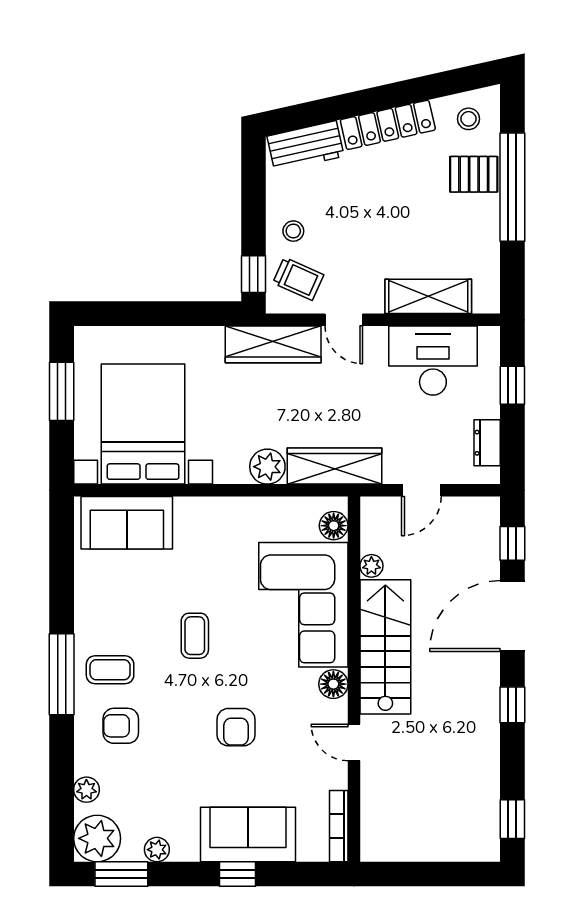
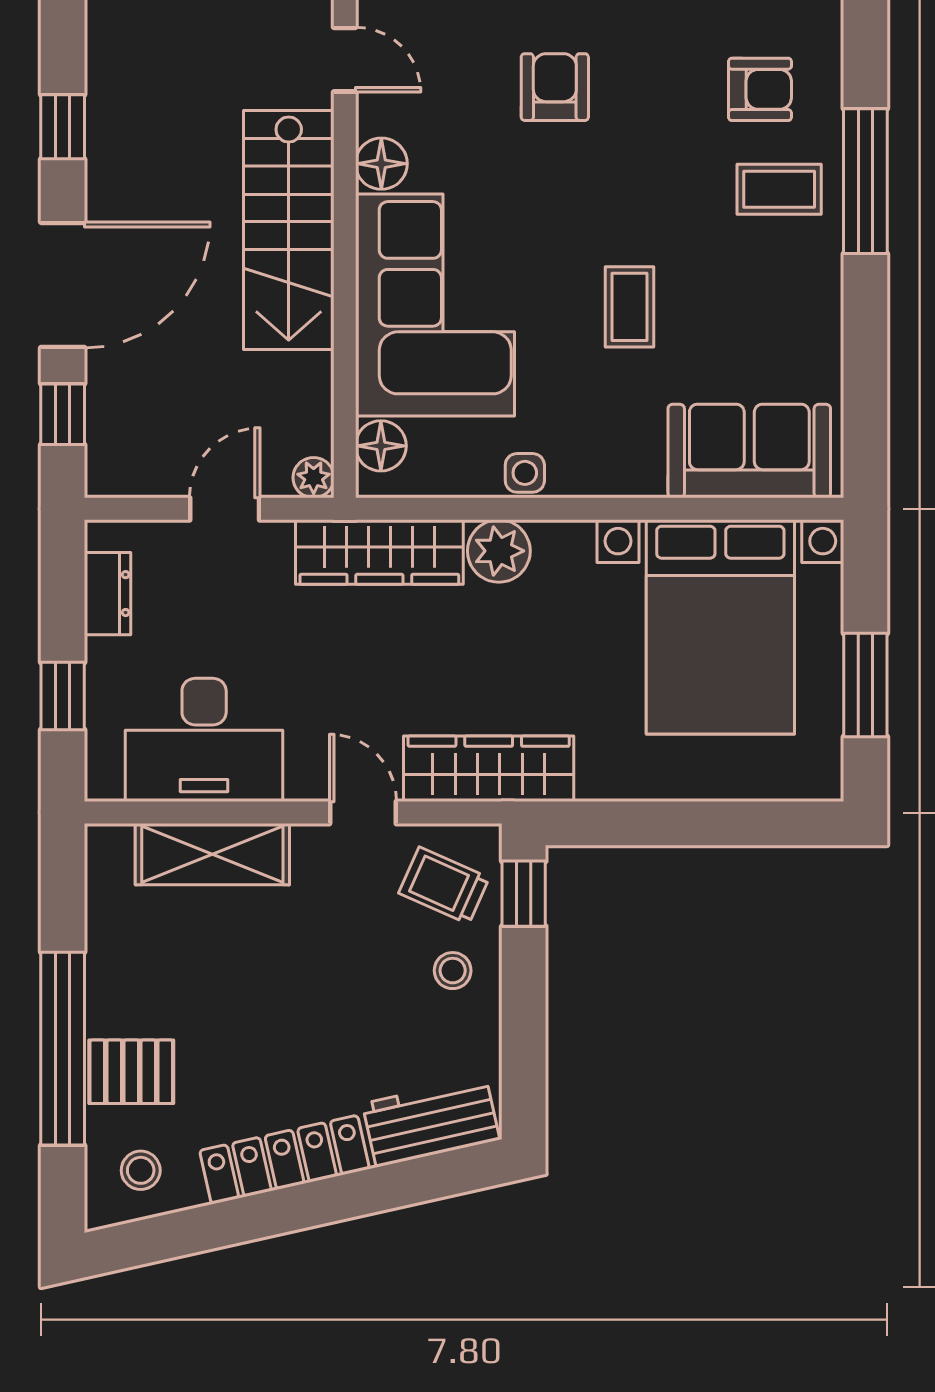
side table: (253, 510) -> (525, 473), added
plant: (371, 566) -> (314, 478), moved
coffee table: (195, 636) -> (629, 307), moved

